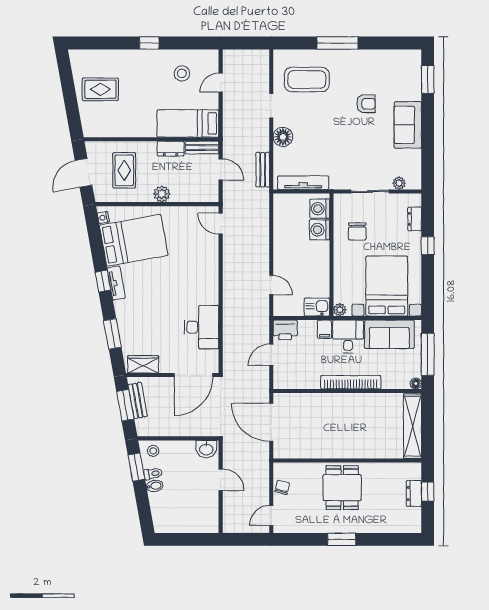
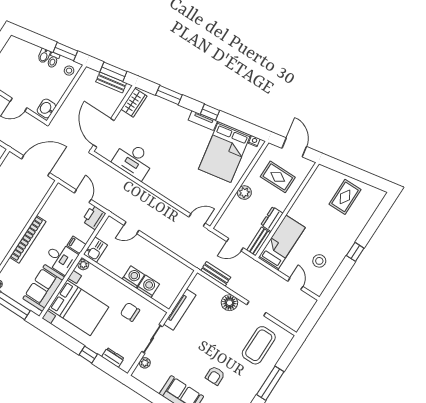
tv unit: (303, 183) -> (180, 309), moved
washing machine: (320, 209) -> (133, 277), moved

